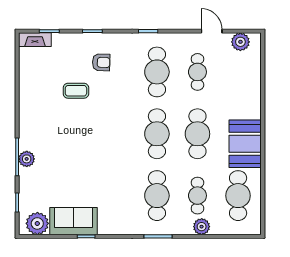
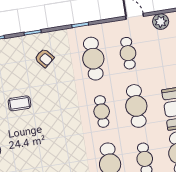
armchair: (101, 62) -> (44, 58), turned 48
coffee table: (76, 91) -> (19, 103), moved
cafe table: (157, 134) -> (102, 111), width x0.73, depth x0.74

